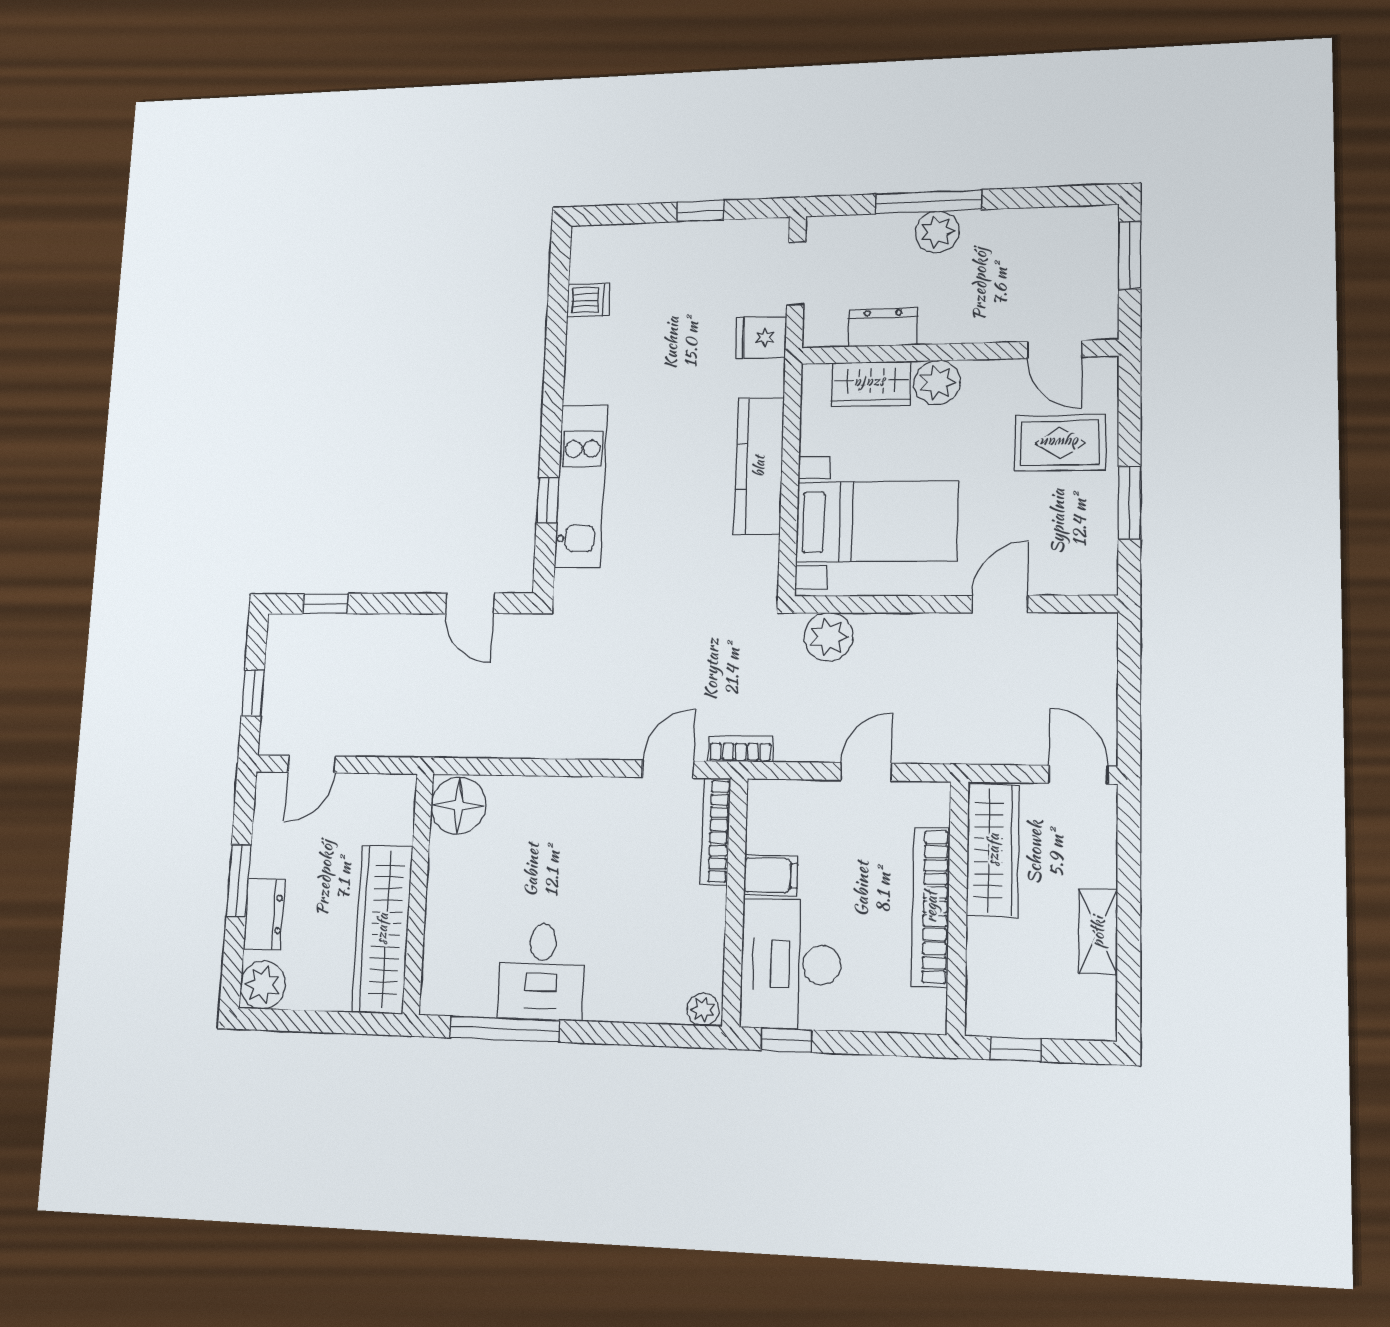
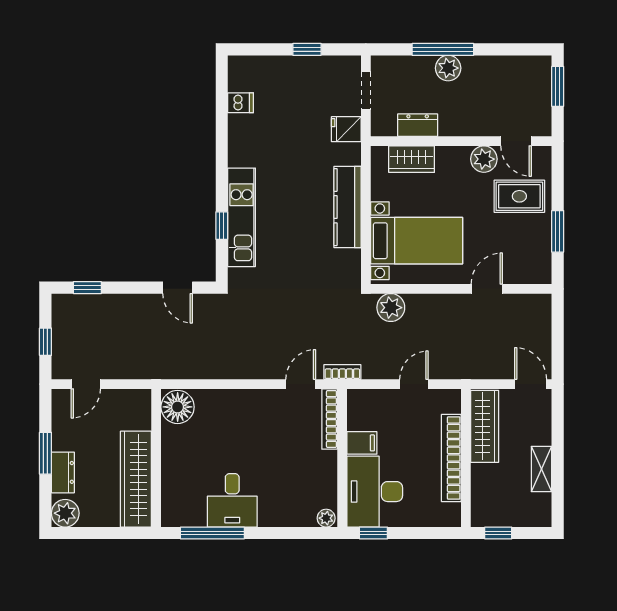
plant: (937, 382) -> (484, 159), moved

